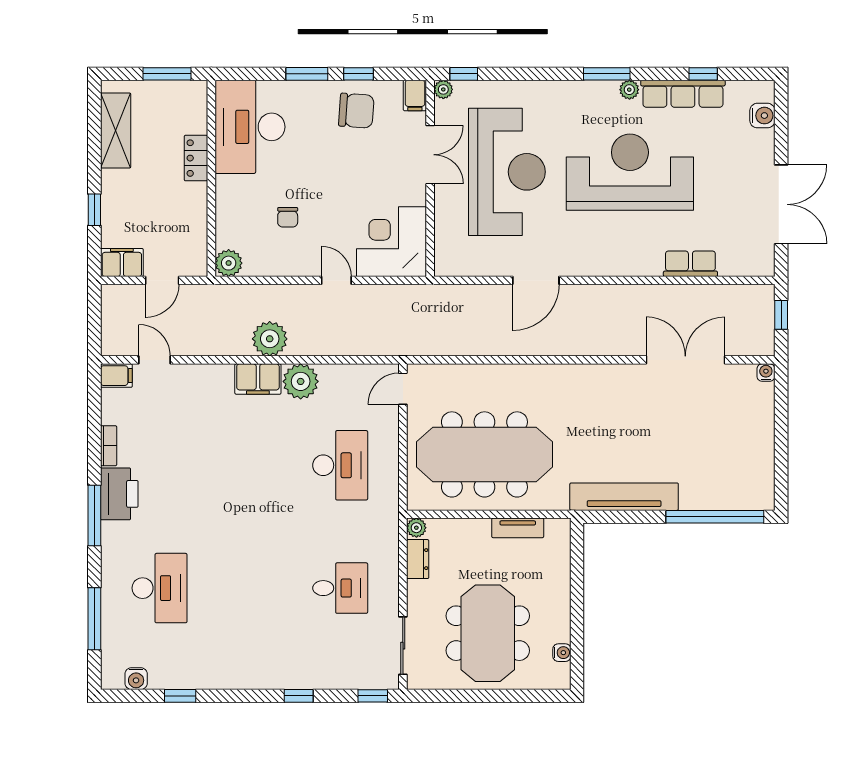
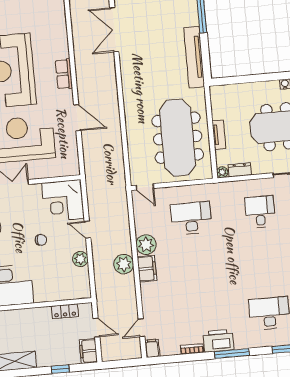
locker: (196, 158) -> (65, 311), moved
chair: (288, 217) -> (41, 240), moved
plant: (229, 263) -> (80, 259), moved
row of seats: (690, 264) -> (64, 74), moved
door: (336, 280) -> (87, 230), hinge flipped
tv unit: (518, 528) -> (219, 135), moved

